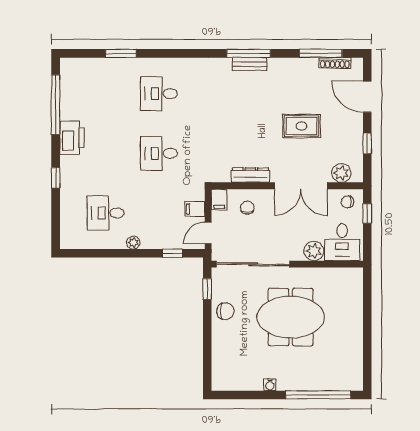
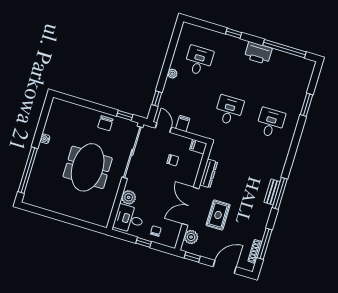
plant: (341, 173) -> (191, 237), moved
dresser: (250, 175) -> (209, 173), moved
wall: (287, 186) -> (193, 197), moved
double door: (301, 186) -> (191, 206), moved
filing cabinet: (219, 199) -> (198, 147), moved

